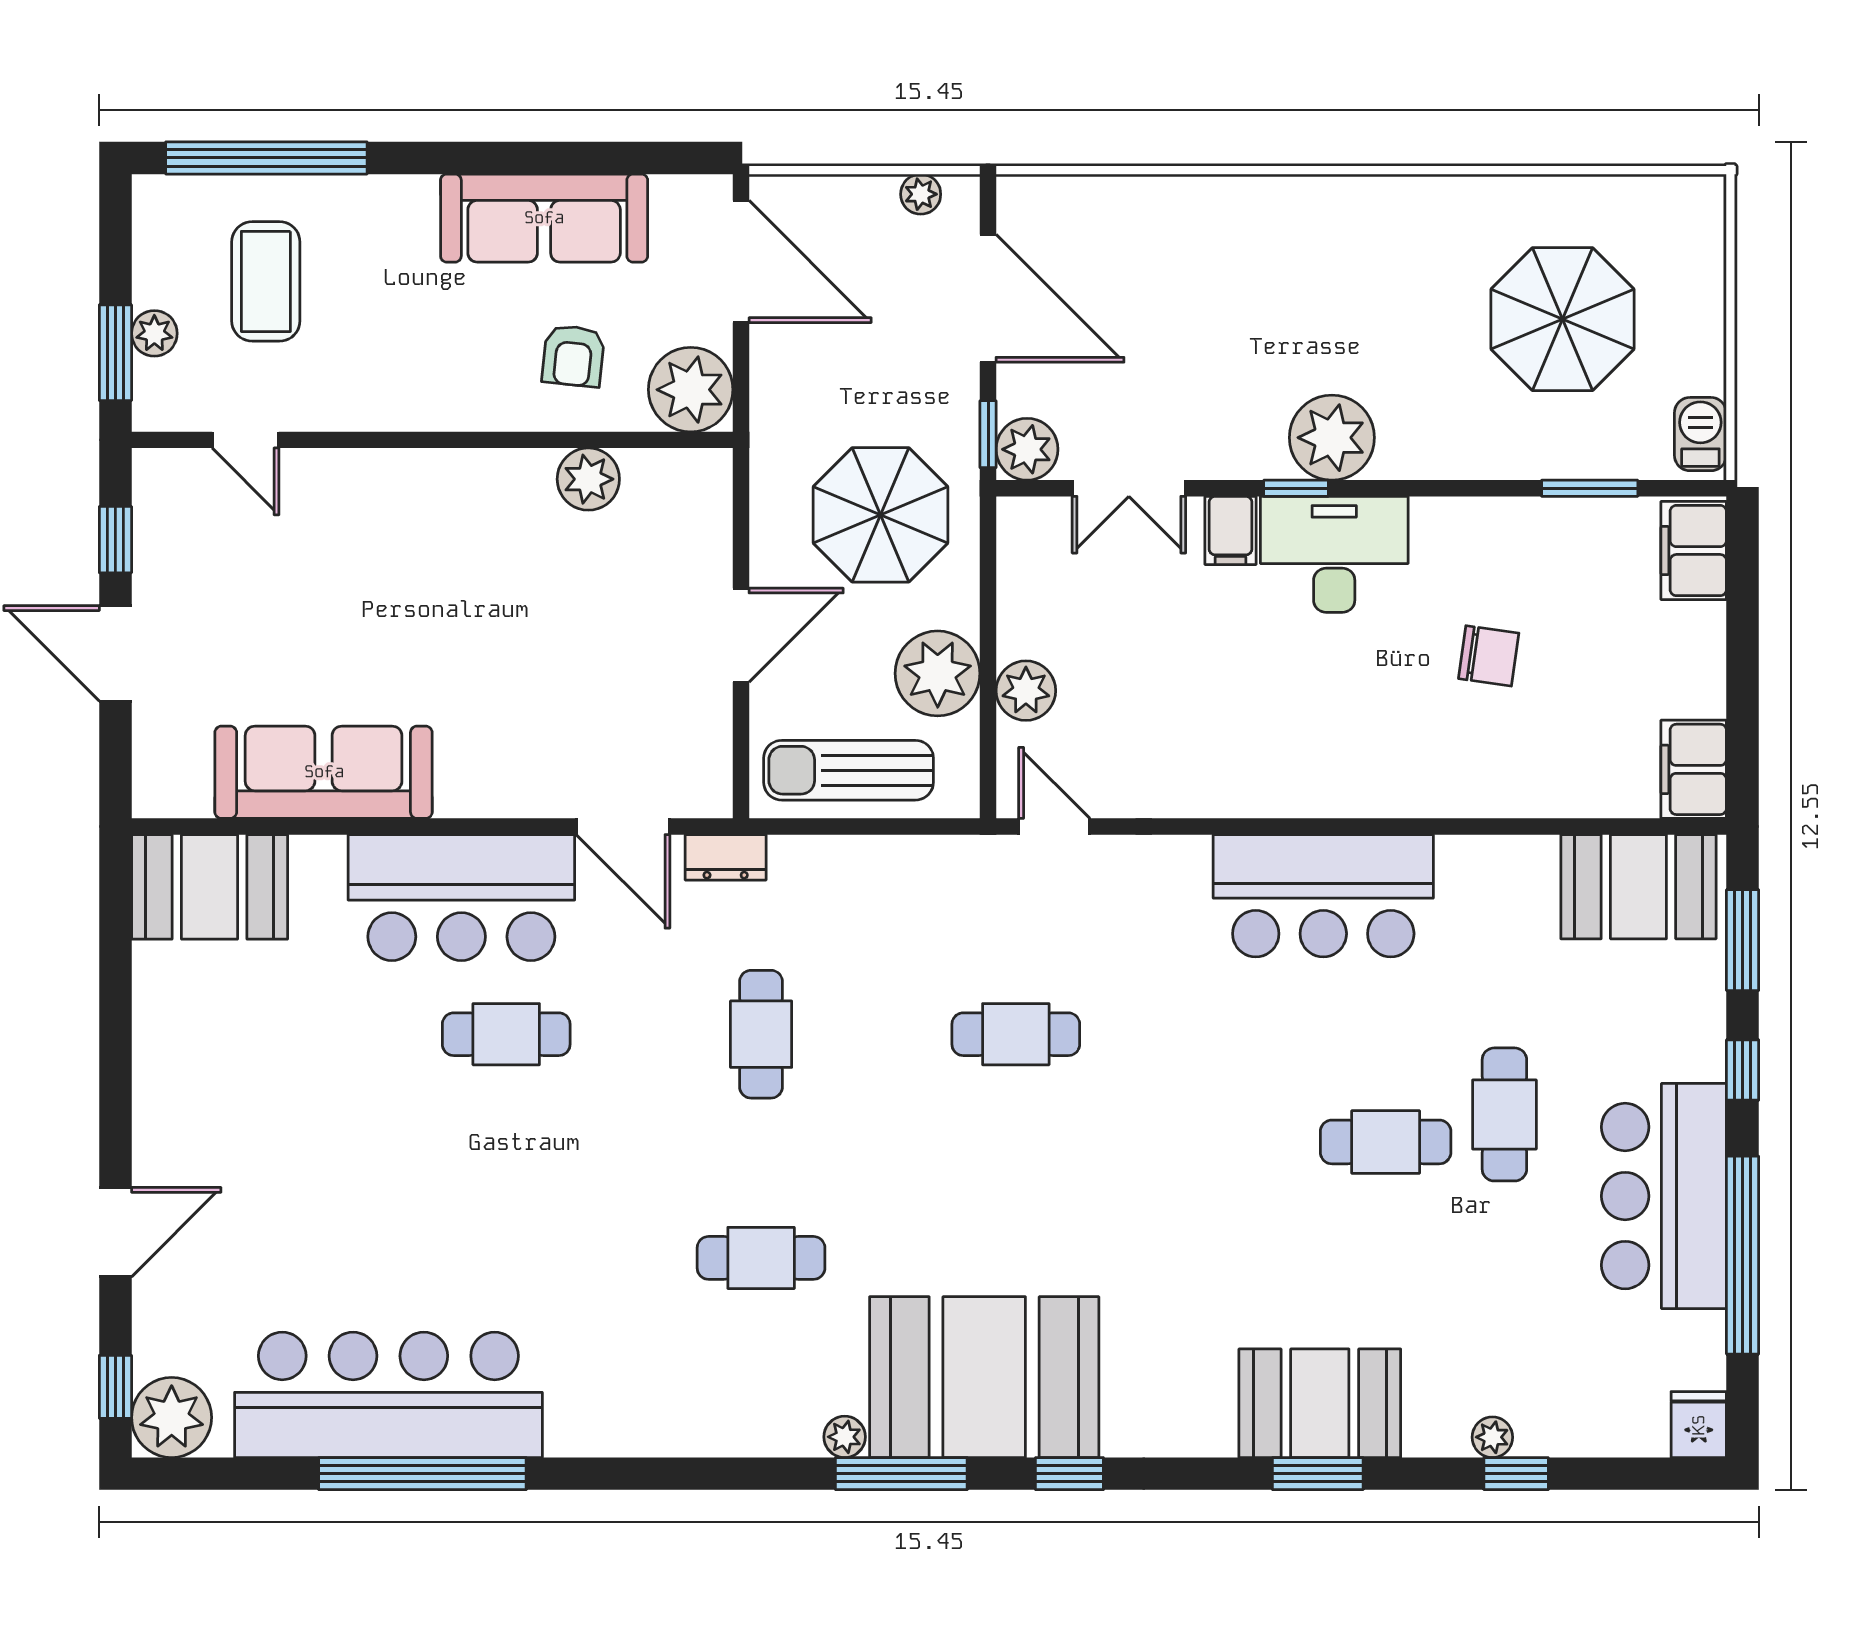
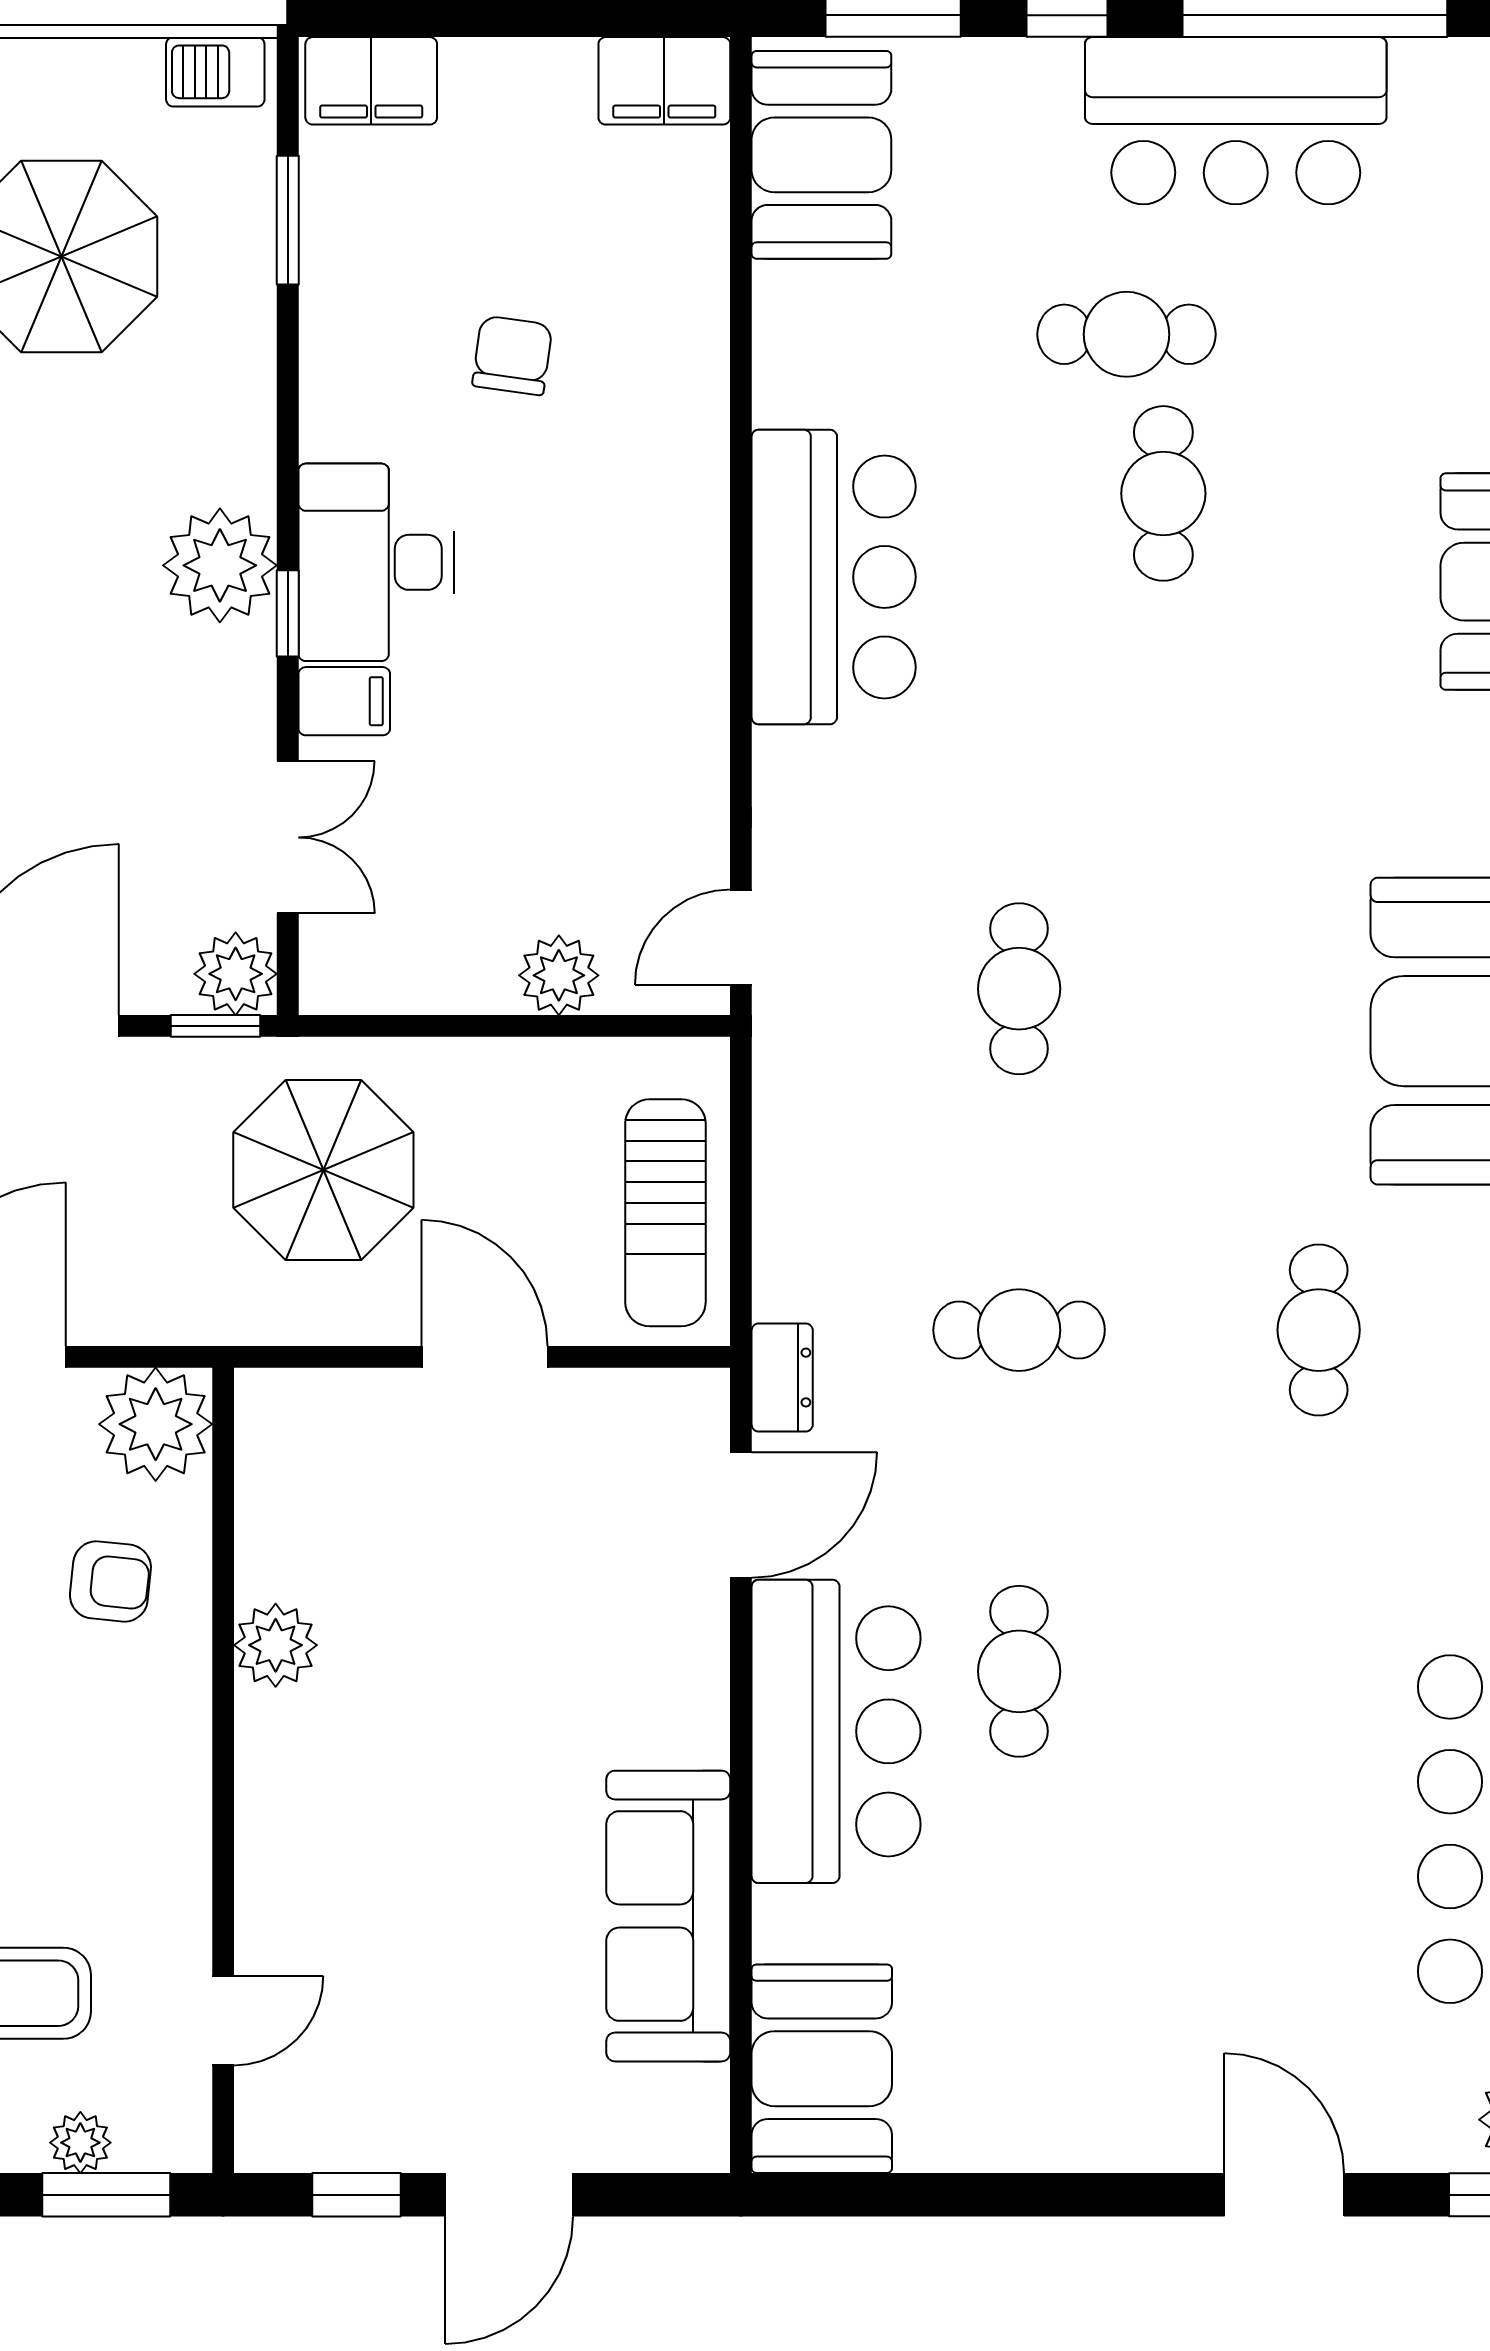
plant: (588, 479) -> (276, 1645), moved
plant: (938, 673) -> (536, 1094), removed

